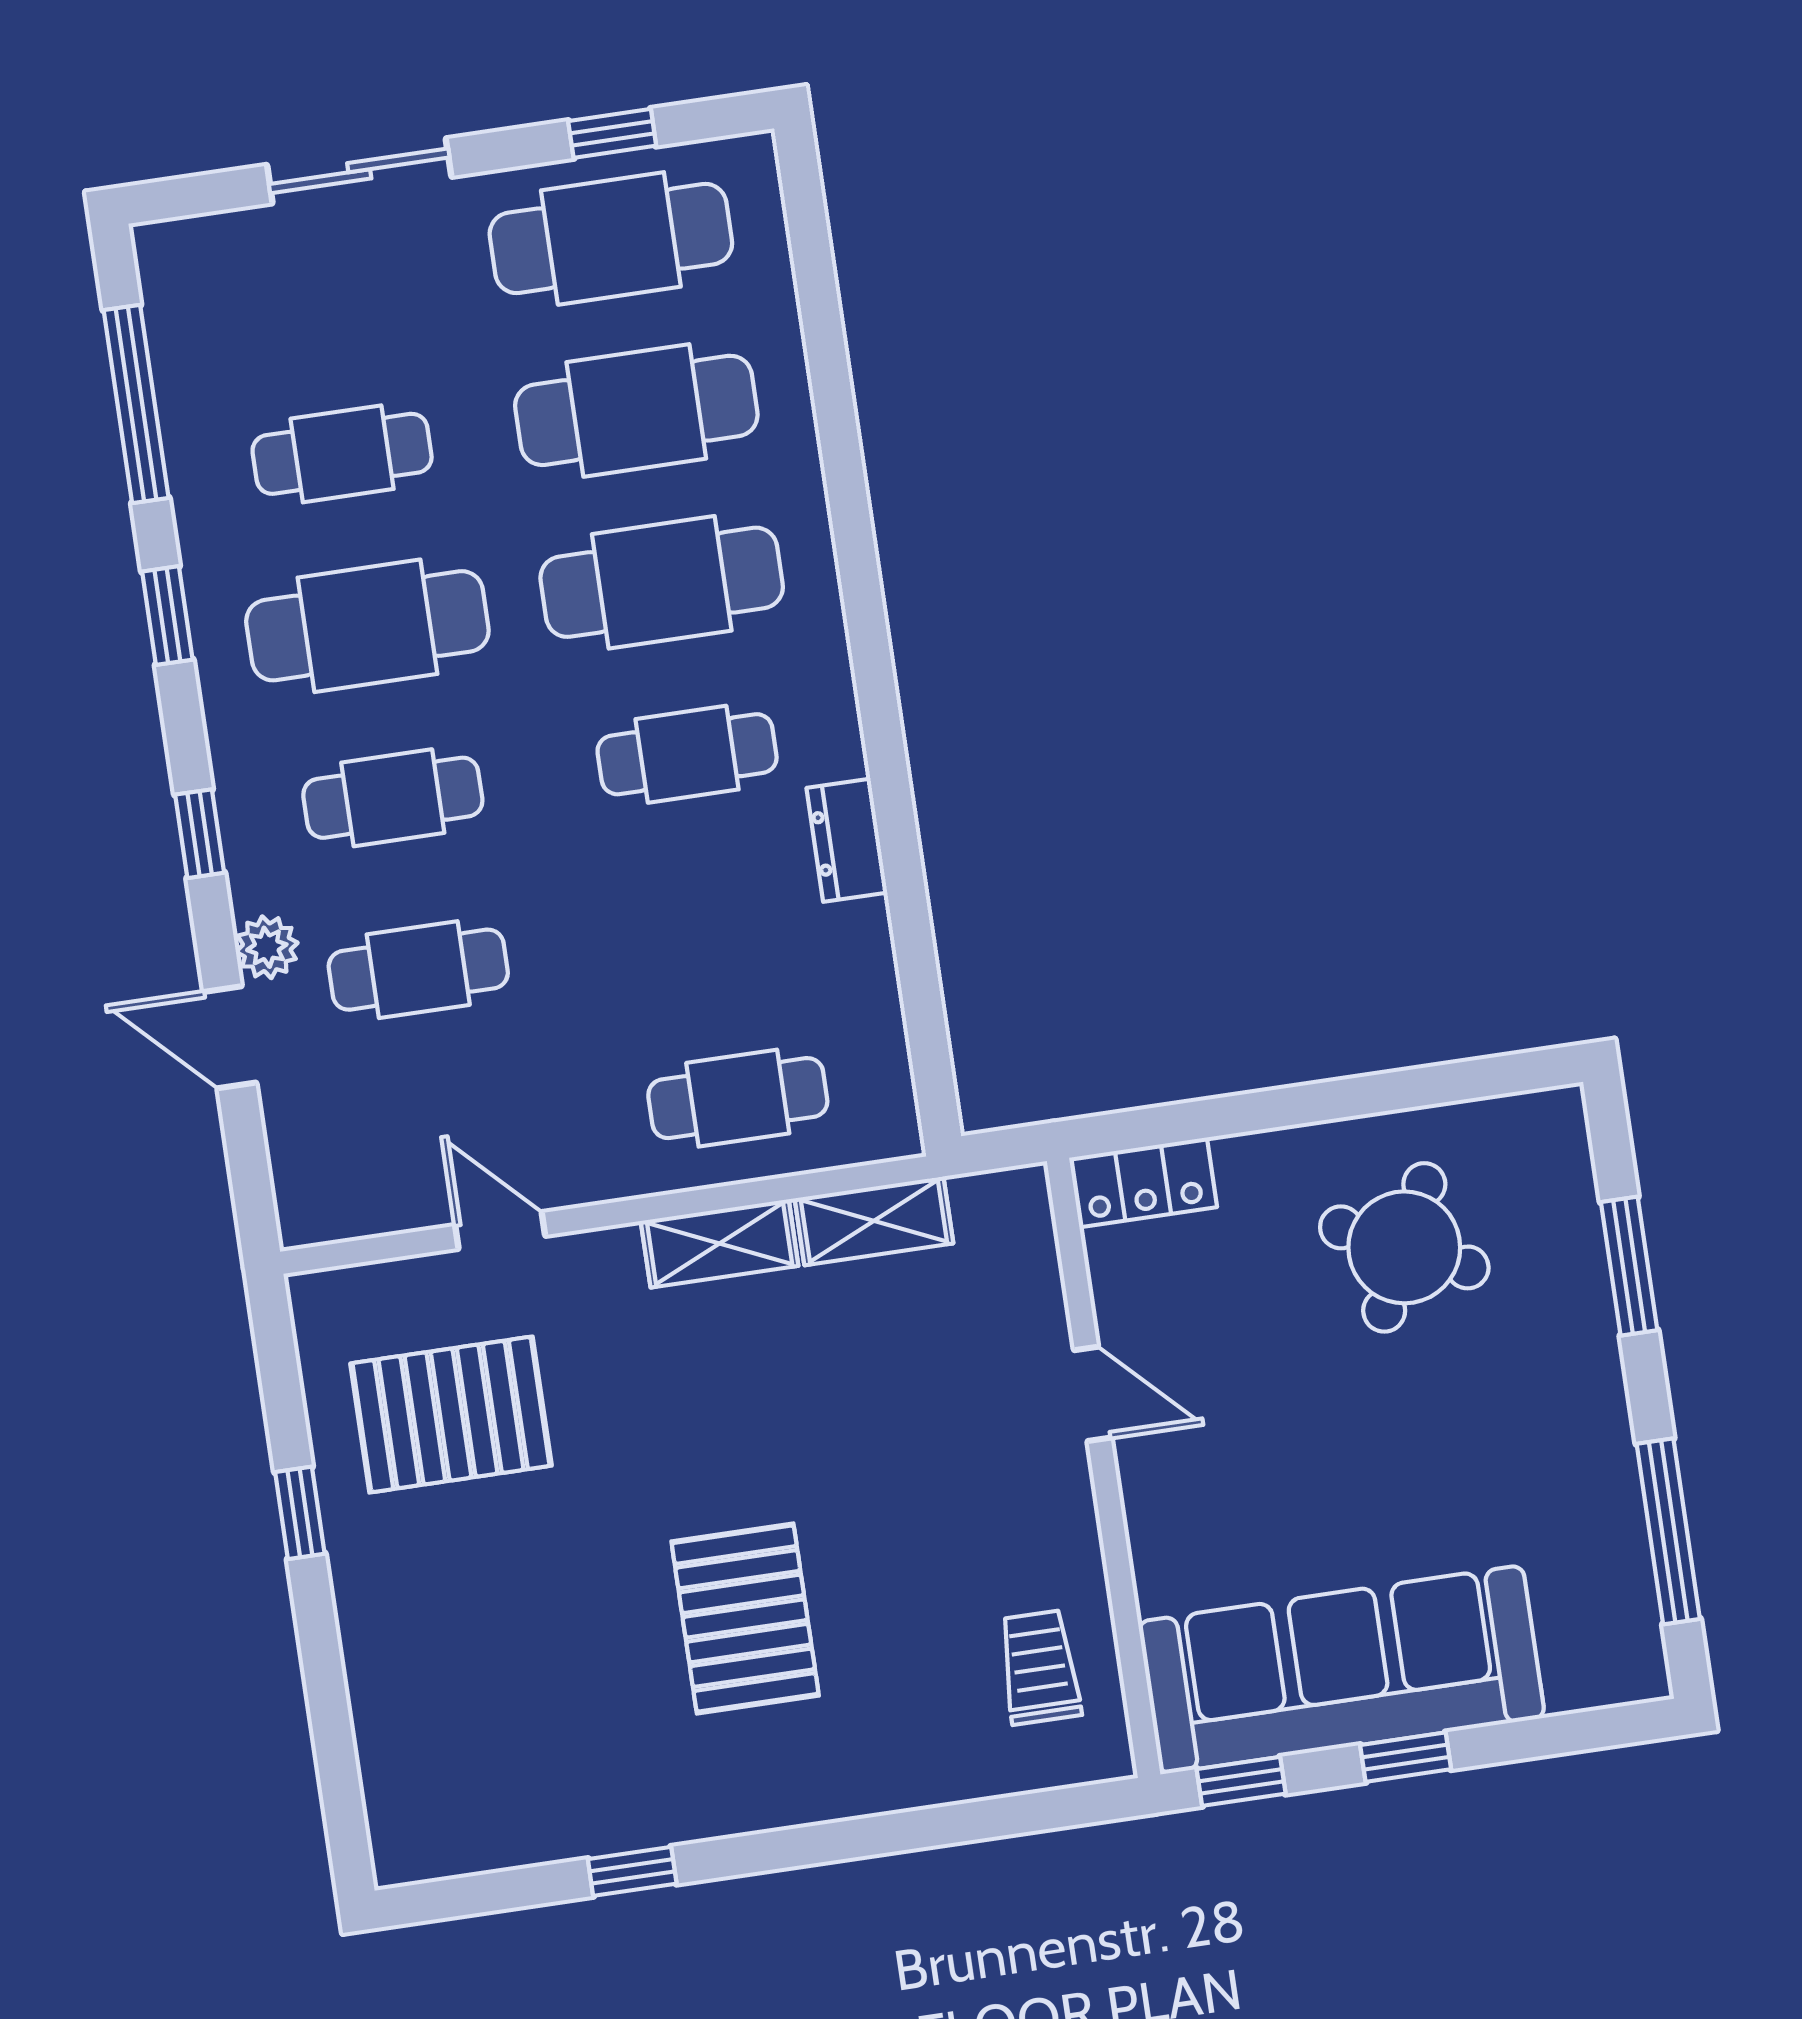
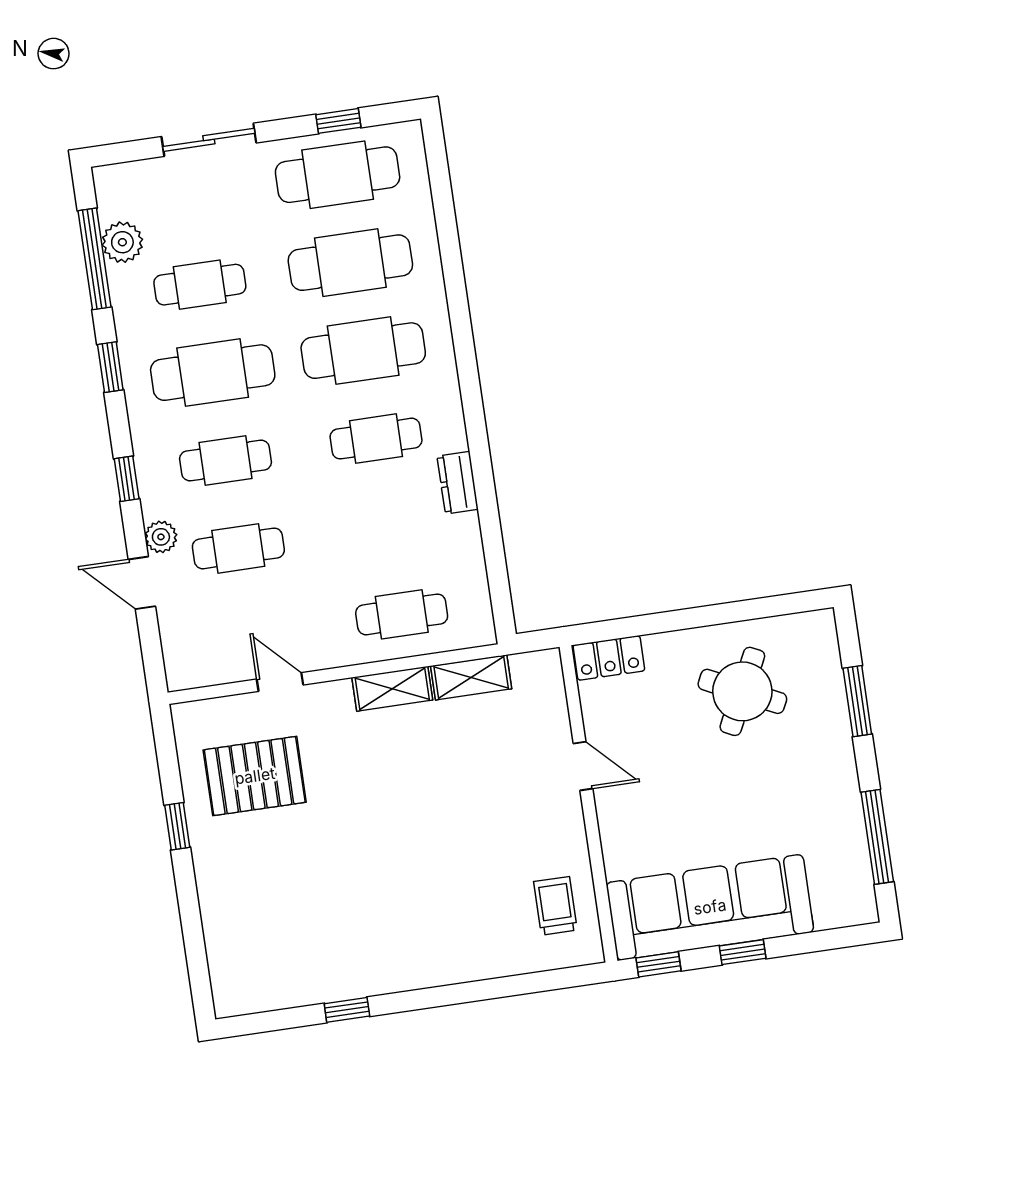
plant: (190, 371) -> (122, 242), added
pallet: (745, 1619) -> (405, 881), removed

